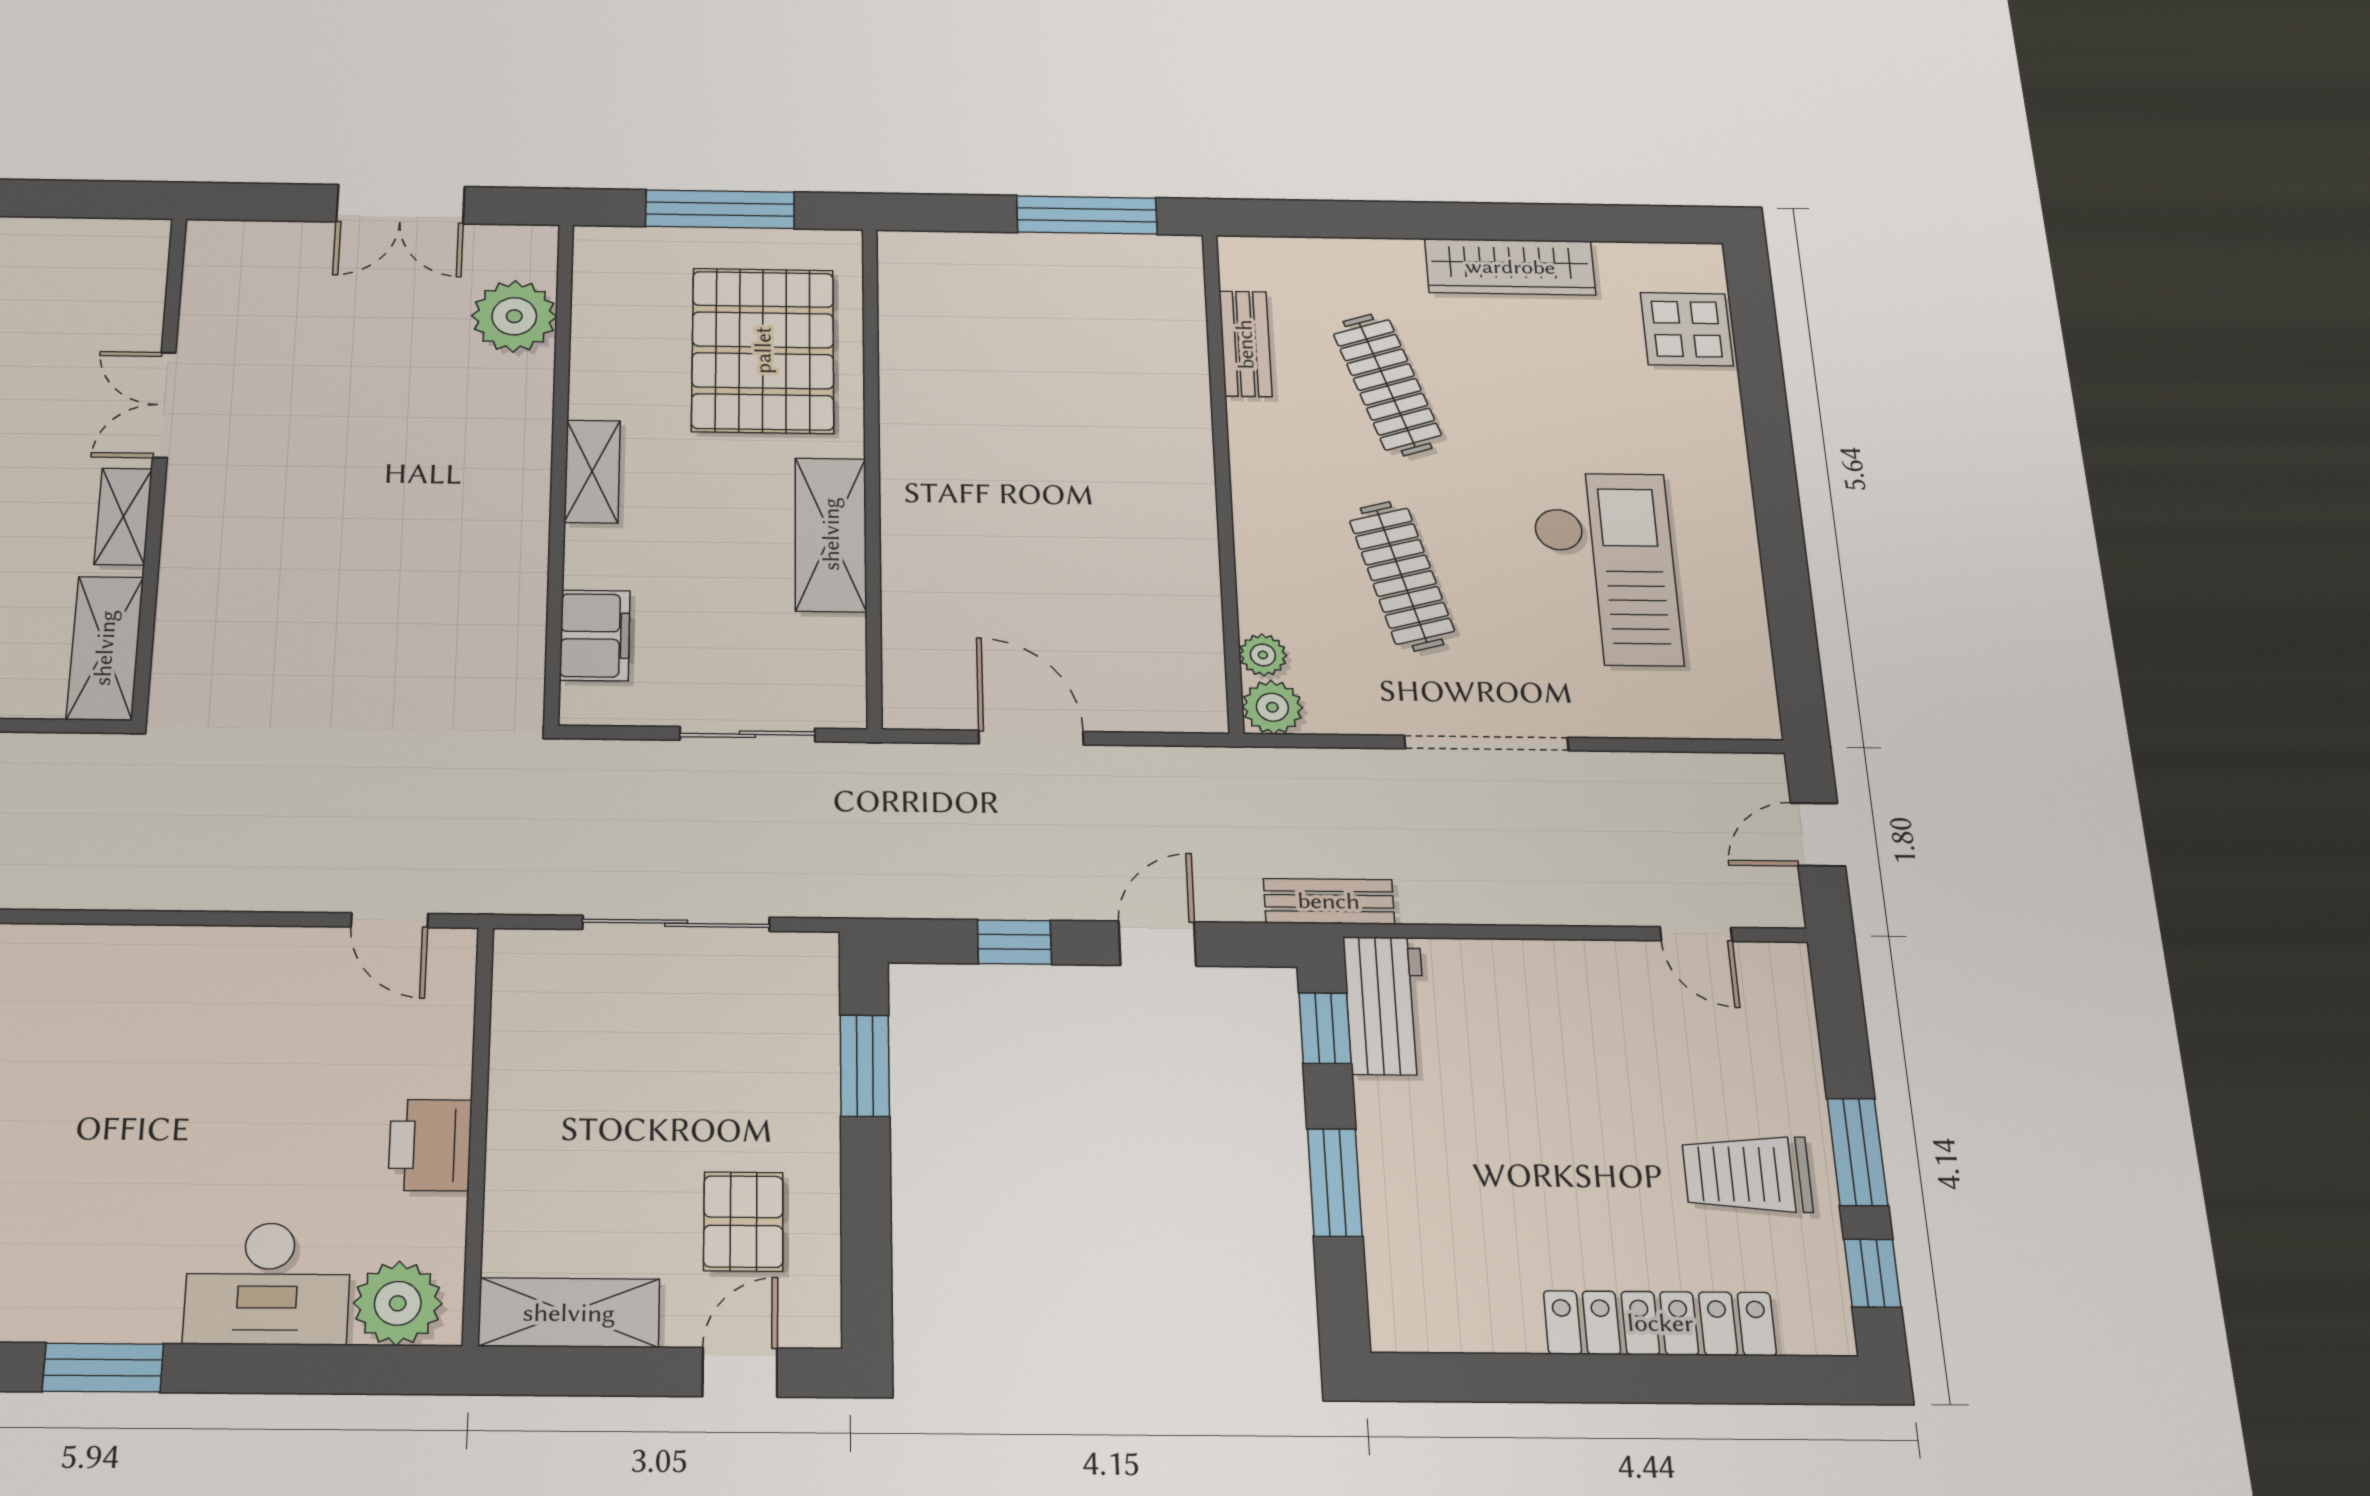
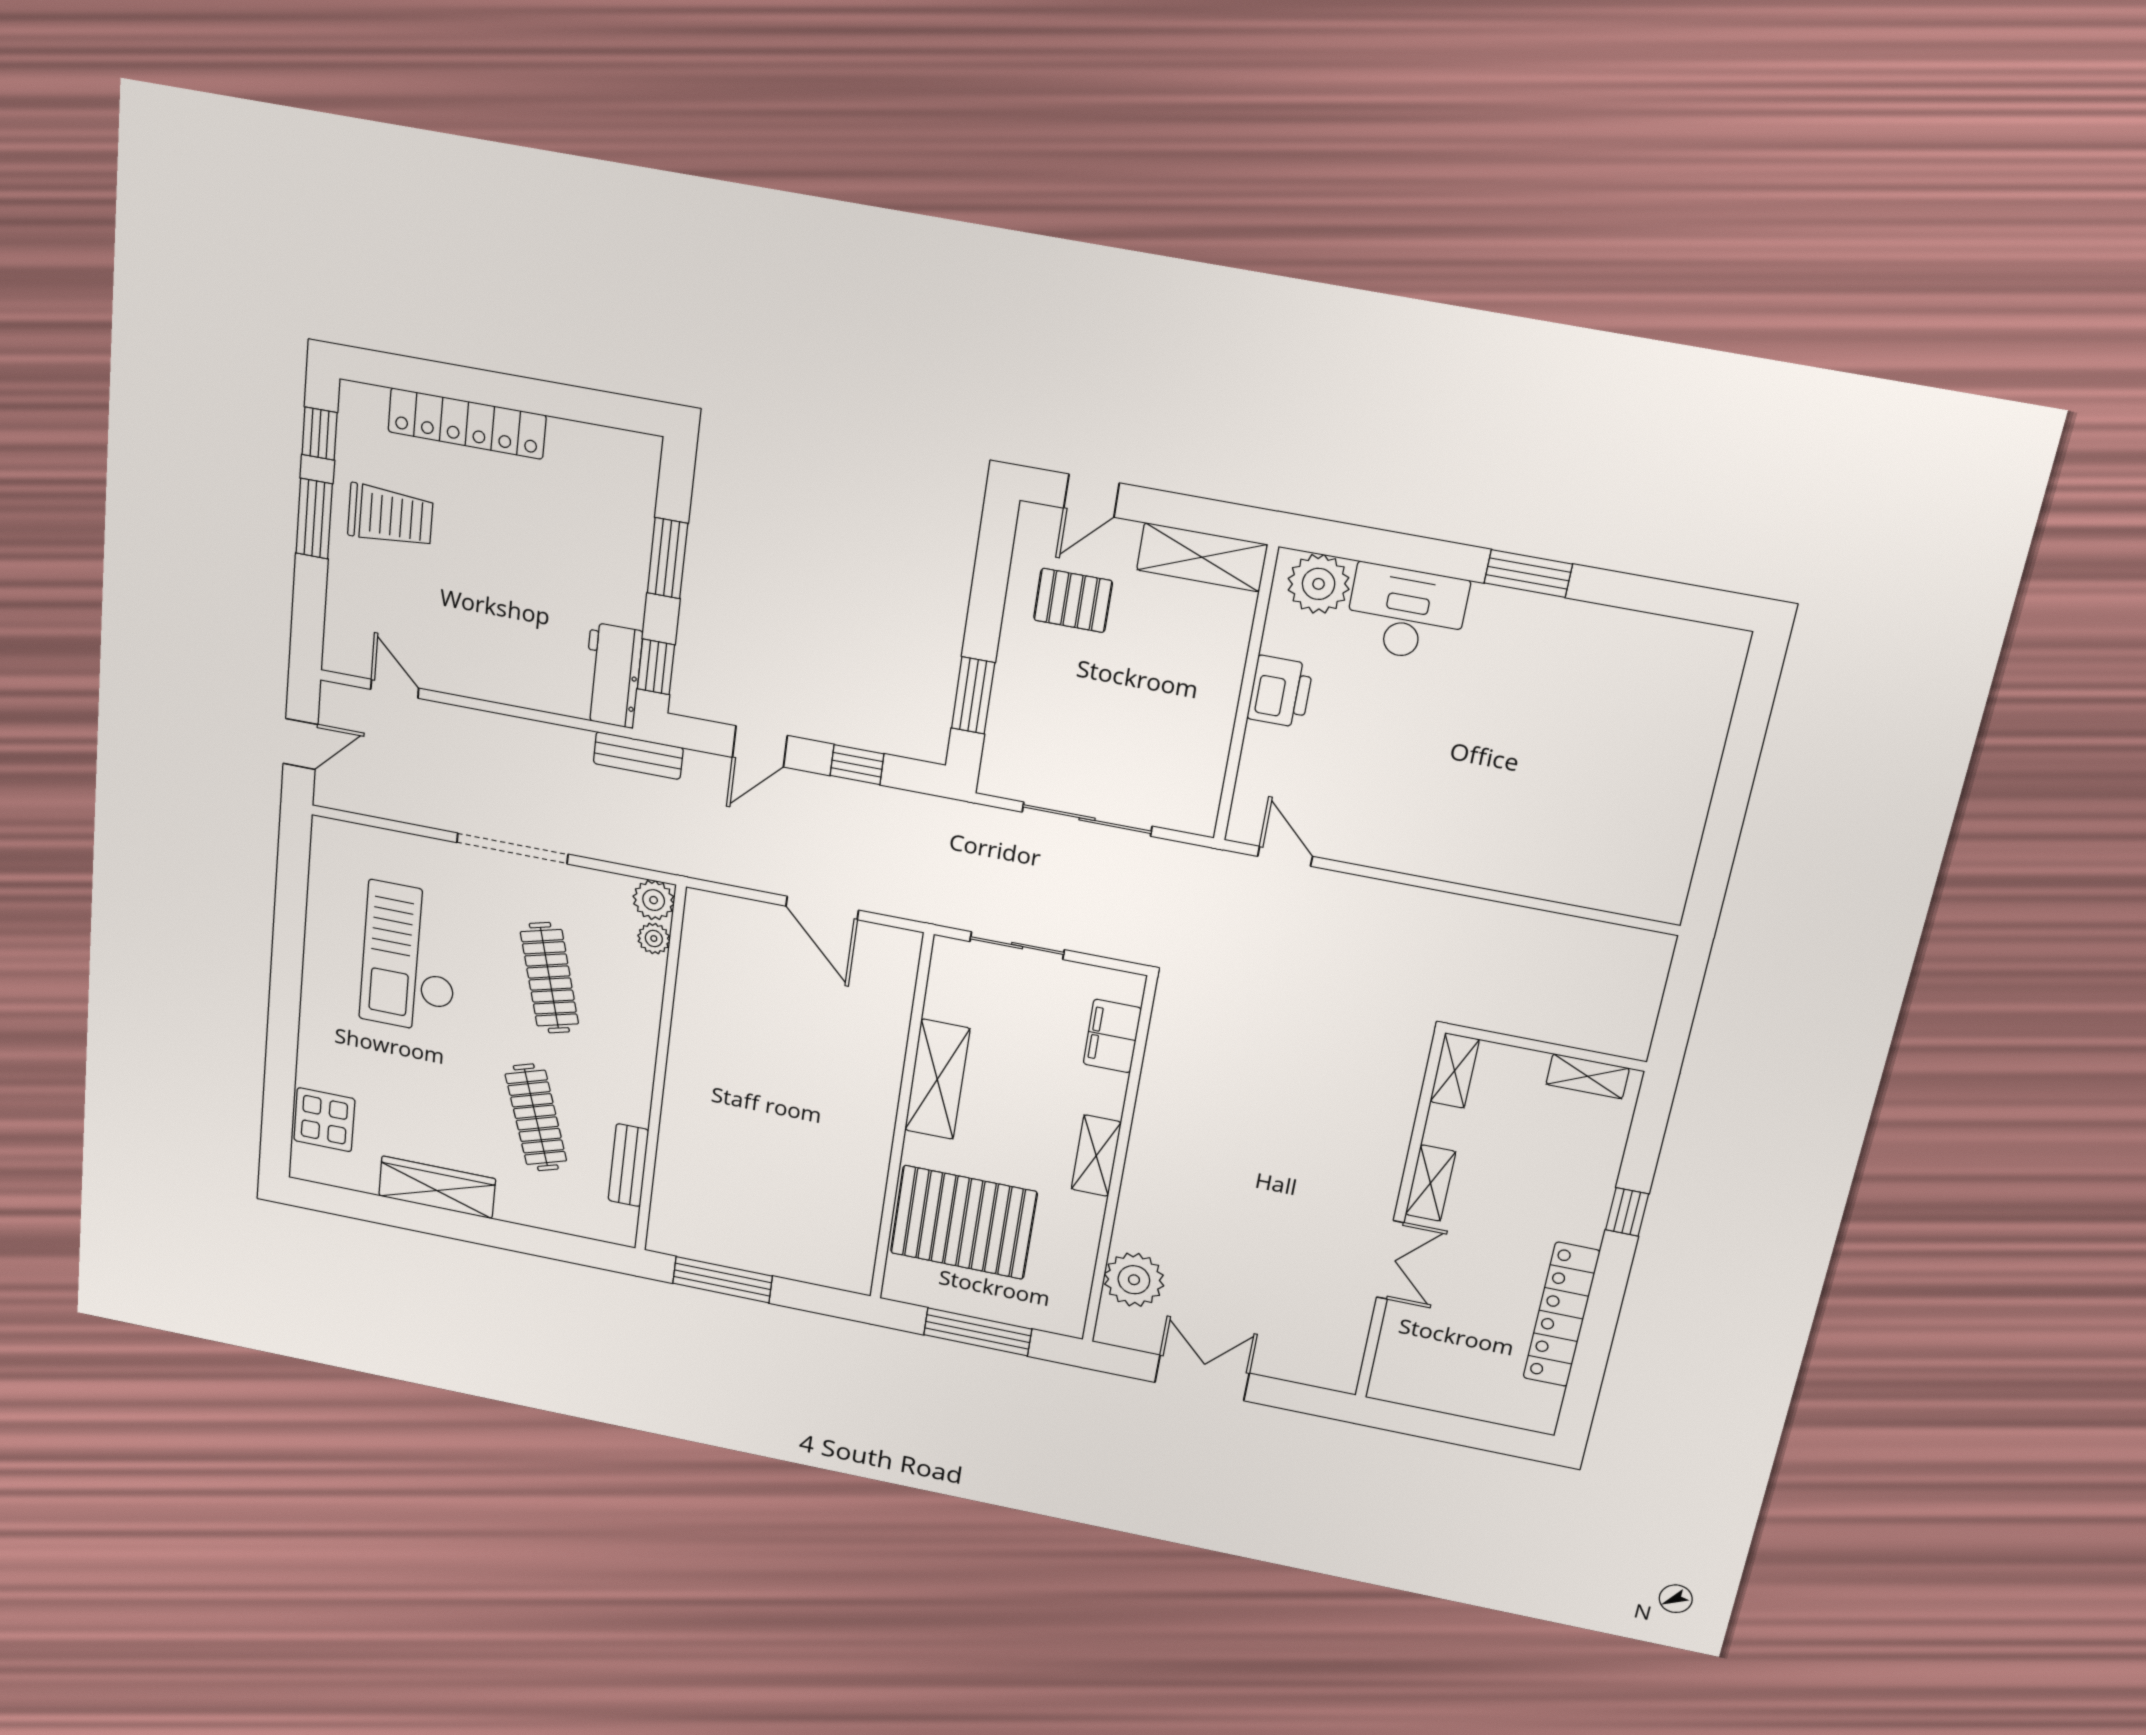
pallet: (763, 350) -> (964, 1222), turned 90
shelving: (105, 648) -> (1455, 1071), width x0.67, depth x0.75
pallet: (743, 1221) -> (1073, 600), turned 90

